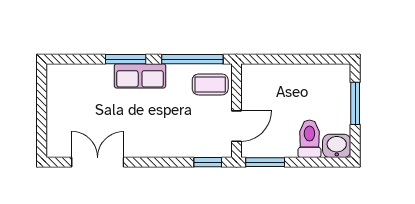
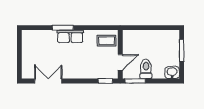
window: (192, 59) -> (97, 28), removed
toilet: (309, 139) -> (146, 69), moved

